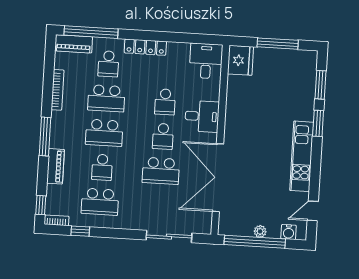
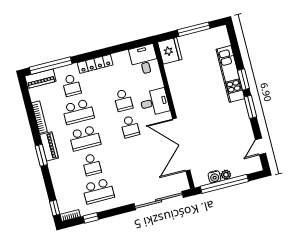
window: (320, 85) -> (250, 107), moved
window: (45, 136) -> (41, 155), width x0.69
kitchen unit: (302, 156) -> (230, 74), moved
piano: (56, 166) -> (49, 146), moved
school desk: (161, 171) -> (137, 153), removed
water cooler: (289, 232) -> (214, 177), moved
sliding door: (169, 237) -> (159, 201), width x1.36

